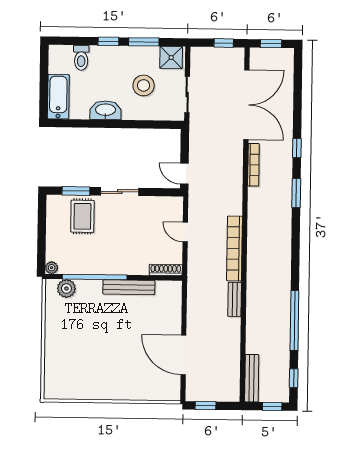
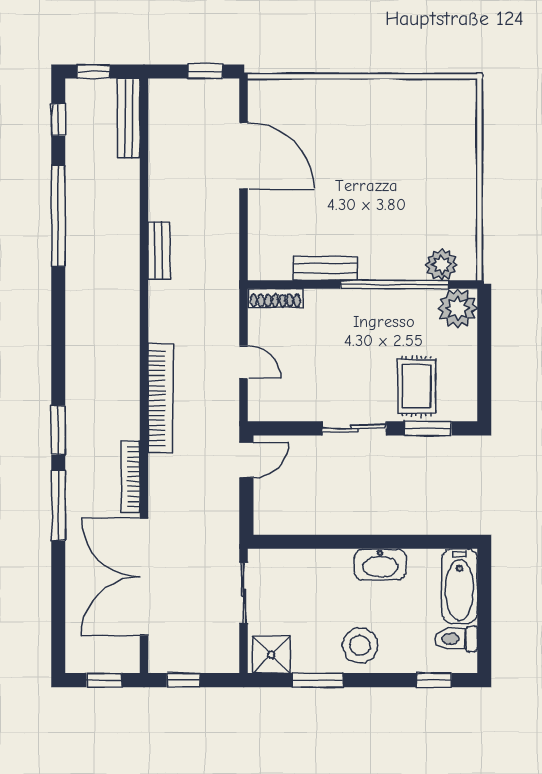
window: (108, 41) -> (434, 680), moved
toilet: (81, 58) -> (456, 639), moved, turned -90
stool: (144, 85) -> (360, 645), moved
window: (297, 148) -> (58, 506), width x2.17
door: (184, 174) -> (246, 460), hinge flipped
bookcase: (235, 249) -> (160, 398), moved
plant: (52, 268) -> (458, 308), width x1.88, depth x1.88
bench: (129, 287) -> (325, 268), width x0.73

